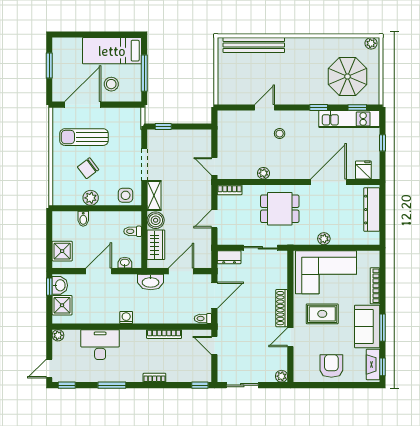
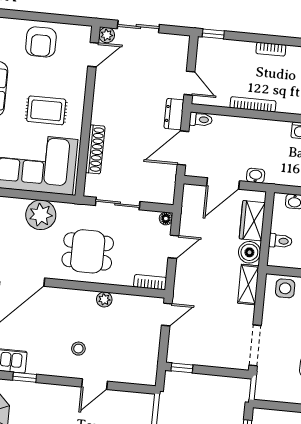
window: (163, 126) -> (182, 368), moved
doorway: (144, 164) -> (255, 345), moved
door: (214, 166) -> (167, 314), hinge flipped
plant: (324, 239) -> (41, 215), width x1.88, depth x1.88
floor lamp: (222, 240) -> (166, 219), added
dresser: (229, 257) -> (174, 114), moved, turned -90
washbasin: (151, 282) -> (256, 176), width x0.52, depth x0.69
shoe rack: (282, 308) -> (95, 149), moved
door: (290, 337) -> (93, 55), moved
sliding door: (242, 385) -> (138, 27), moved

